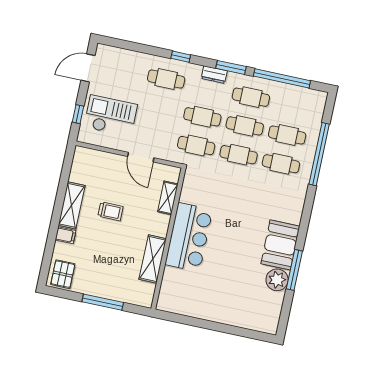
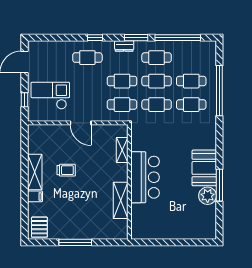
shelving: (168, 198) -> (122, 150), moved
bar counter: (189, 237) -> (145, 177), moved
wall: (168, 239) -> (129, 182), moved
shelving: (153, 259) -> (121, 200), moved

